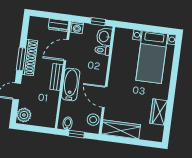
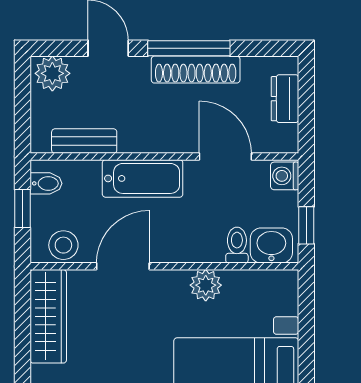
dresser: (59, 25) -> (285, 99), moved
window: (21, 59) -> (189, 48), width x1.44
plant: (117, 65) -> (206, 285), added
bench: (56, 77) -> (84, 141), moved

